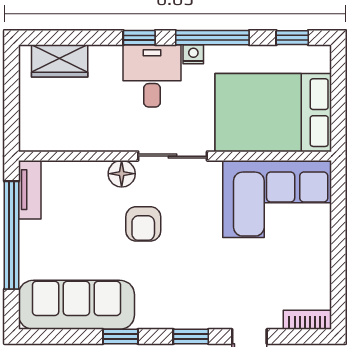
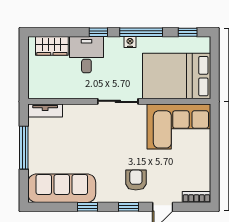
desk: (152, 76) -> (86, 55), moved
floor lamp: (122, 174) -> (88, 112), removed
tv unit: (30, 190) -> (45, 110), moved, turned 90
armchair: (143, 224) -> (136, 180), moved, turned 180
window: (11, 235) -> (24, 148), width x0.68

